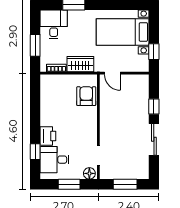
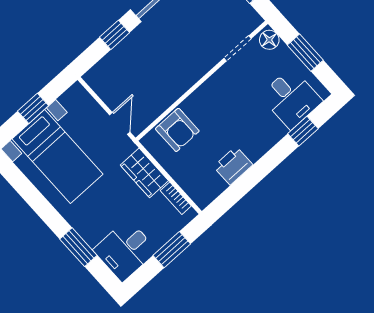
window: (154, 52) -> (33, 108), moved
armchair: (86, 96) -> (177, 130), turned -90
printer: (48, 136) -> (233, 166), moved

